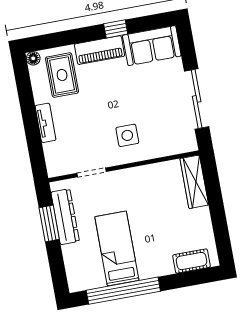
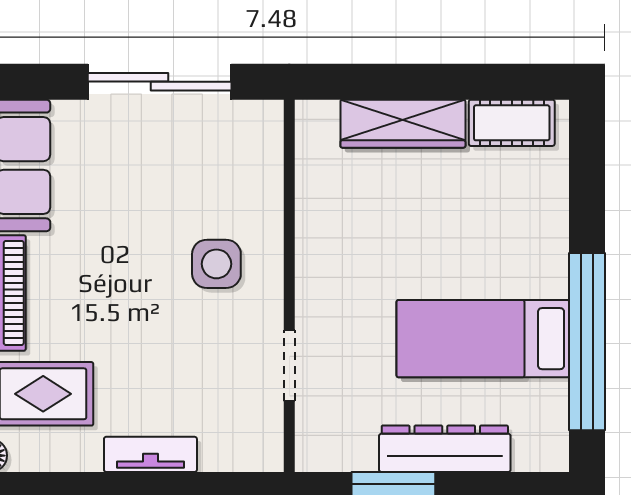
wardrobe: (194, 182) -> (403, 124), moved
dresser: (65, 217) -> (445, 449), moved
cot: (191, 261) -> (512, 123), moved, turned 90

